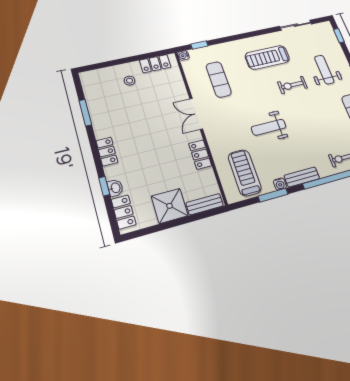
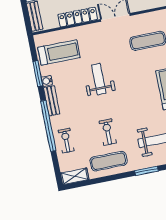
exercise bike: (292, 85) -> (108, 132), moved
locker: (200, 155) -> (78, 17), width x1.53

